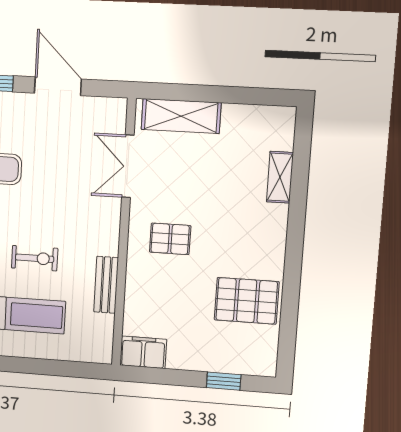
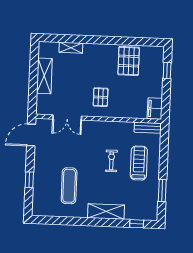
door: (58, 86) -> (31, 135), moved
shelving: (181, 116) -> (44, 76), moved
bench: (106, 285) -> (148, 128), moved

